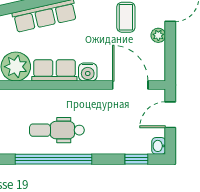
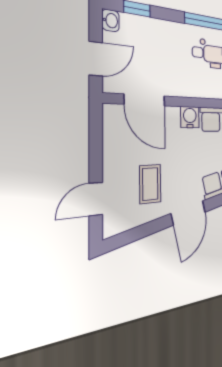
plant: (158, 35) -> (111, 163), removed

